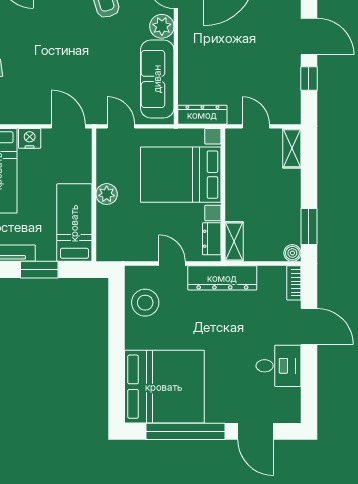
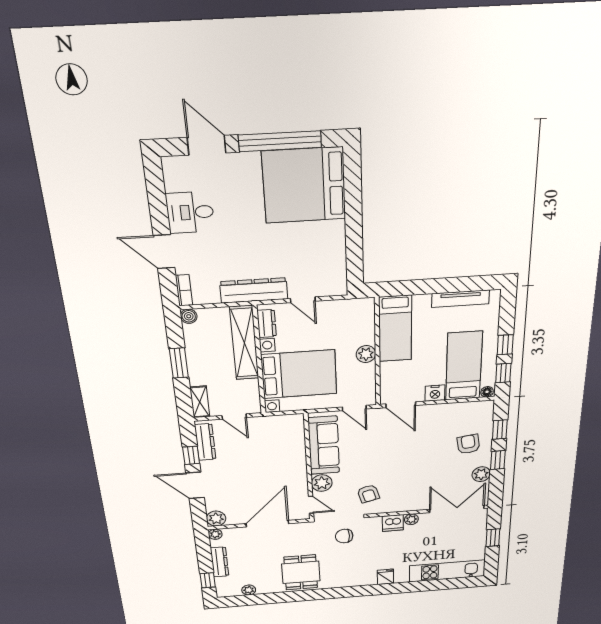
dresser: (202, 115) -> (205, 442), moved, turned -90
window: (309, 226) -> (179, 363), moved
shelving: (234, 241) -> (244, 343), width x2.20, depth x1.33
window: (39, 270) -> (428, 286), removed
stool: (145, 303) -> (327, 264), removed

